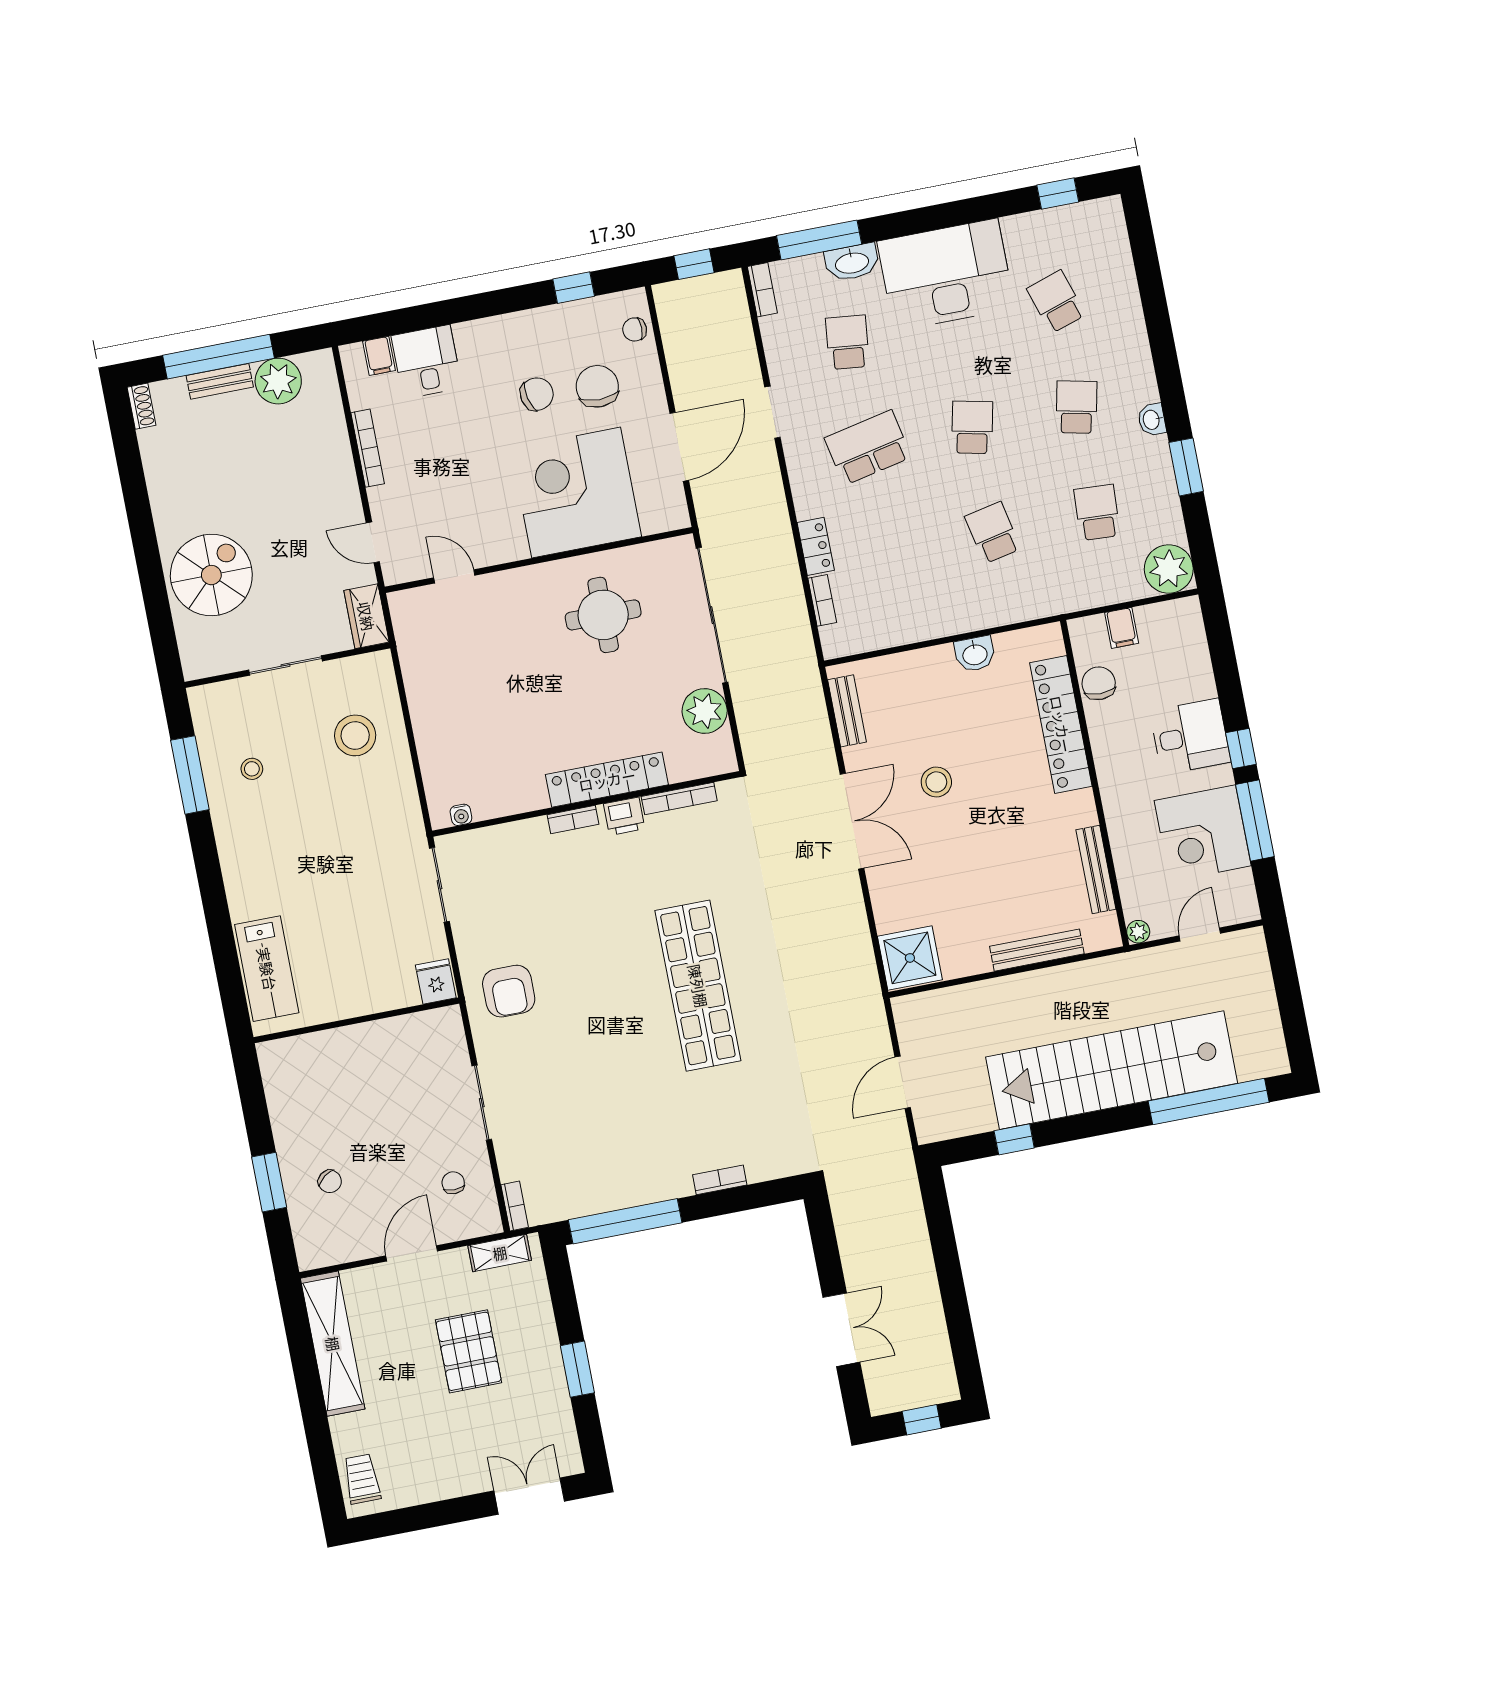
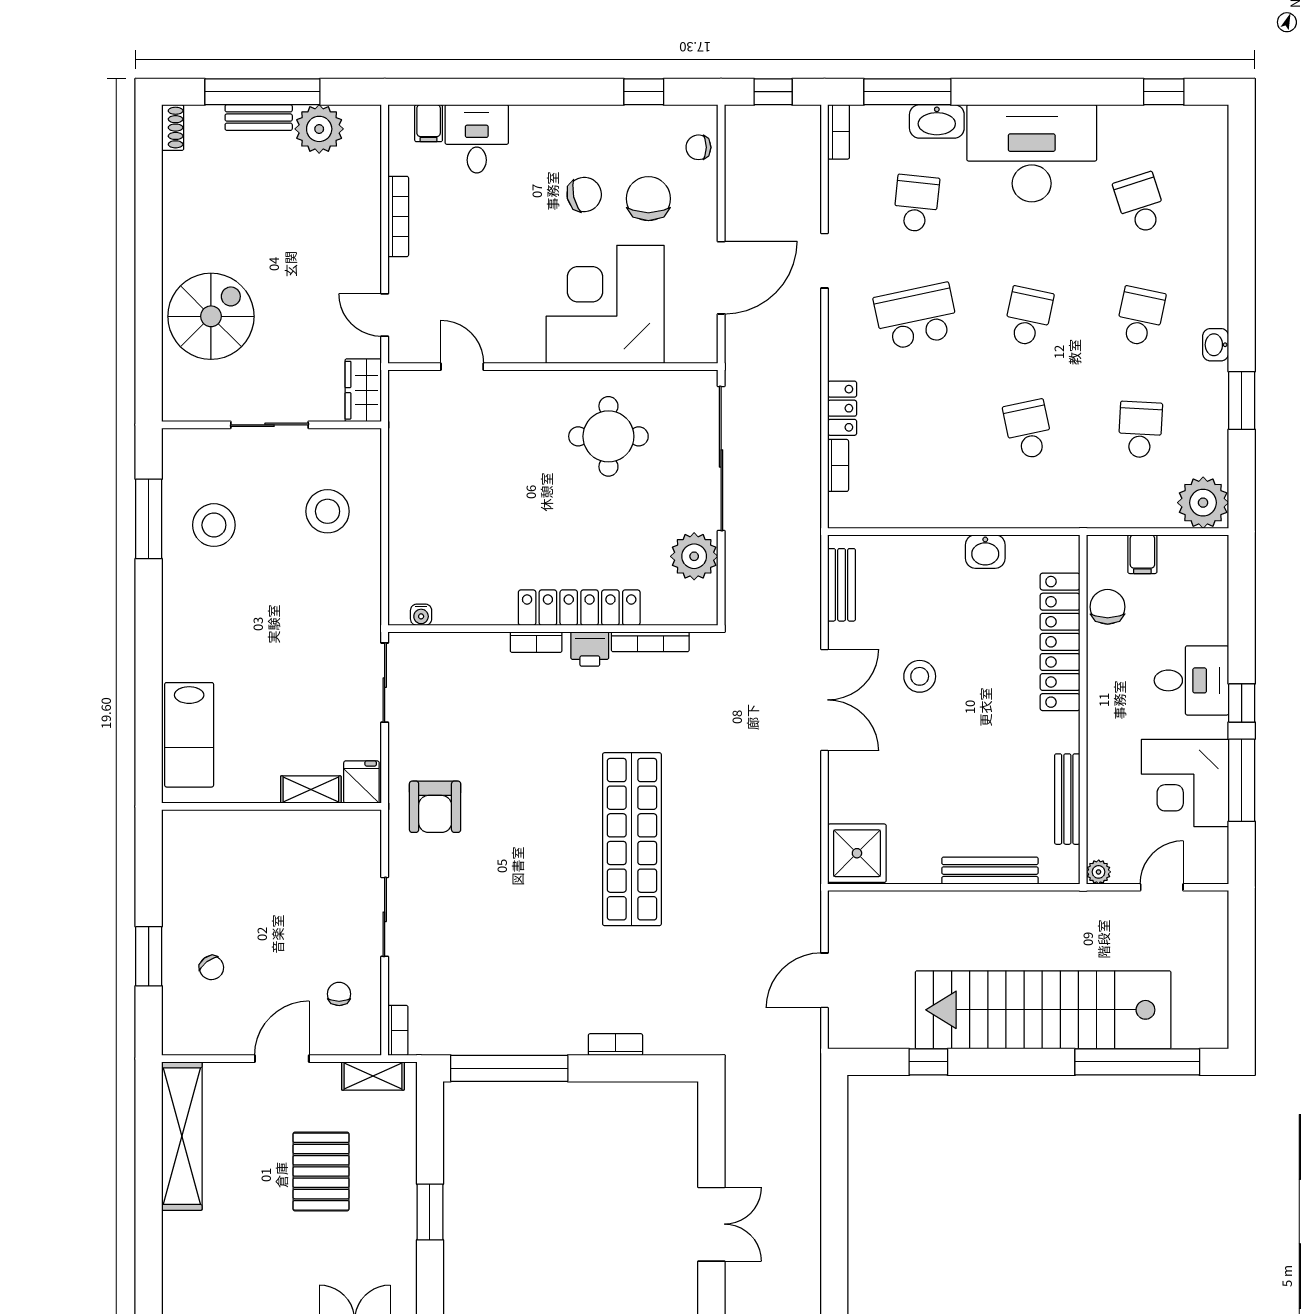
stool: (252, 769) -> (214, 525), width x1.89, depth x1.89
shelving: (390, 998) -> (311, 790), added
trolley: (362, 1479) -> (185, 1282), removed

